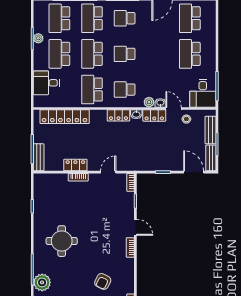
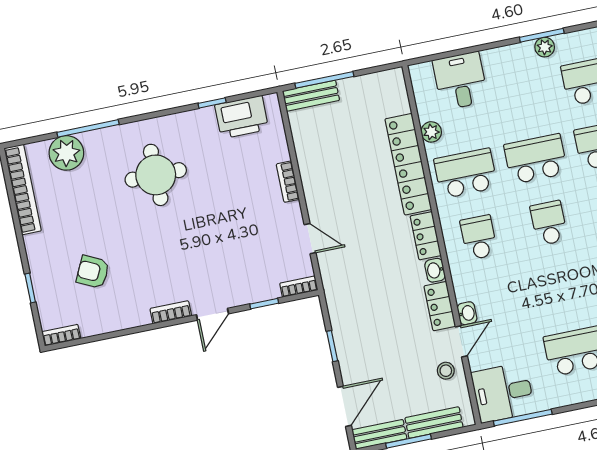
school desk: (59, 54) -> (523, 95), removed
plant: (149, 102) -> (431, 132), moved
locker: (65, 117) -> (408, 164), moved
locker: (75, 165) -> (311, 171), removed
printer: (42, 193) -> (242, 117), added

